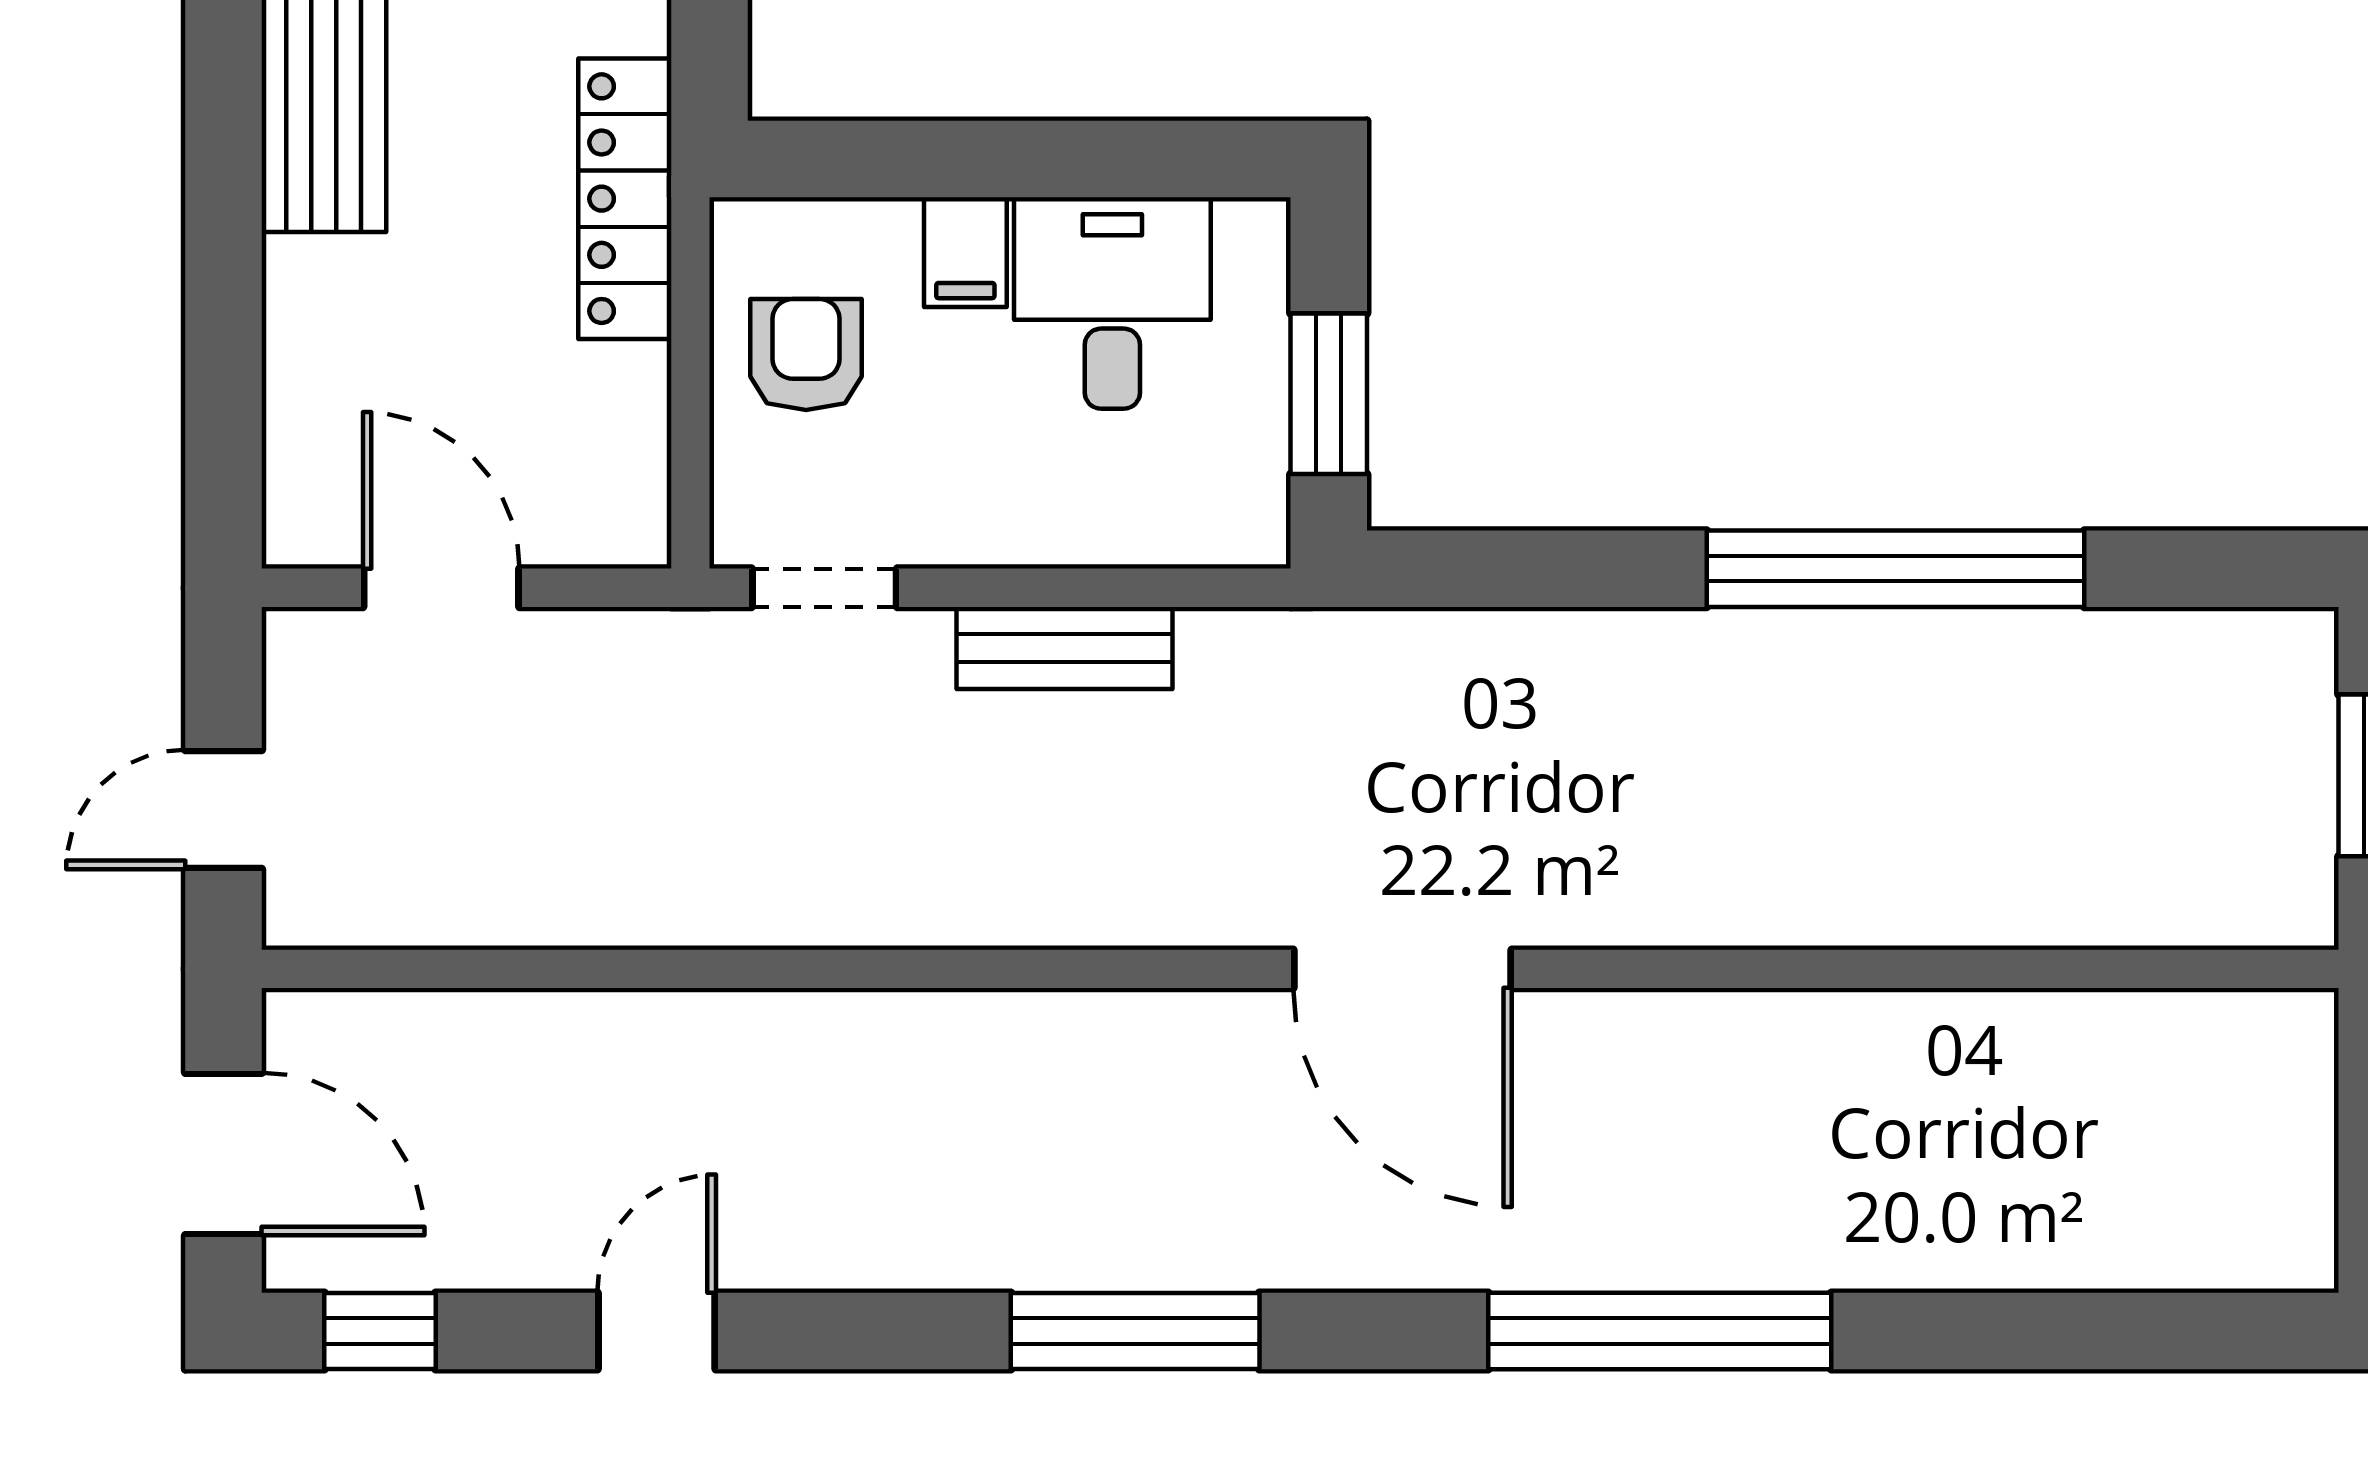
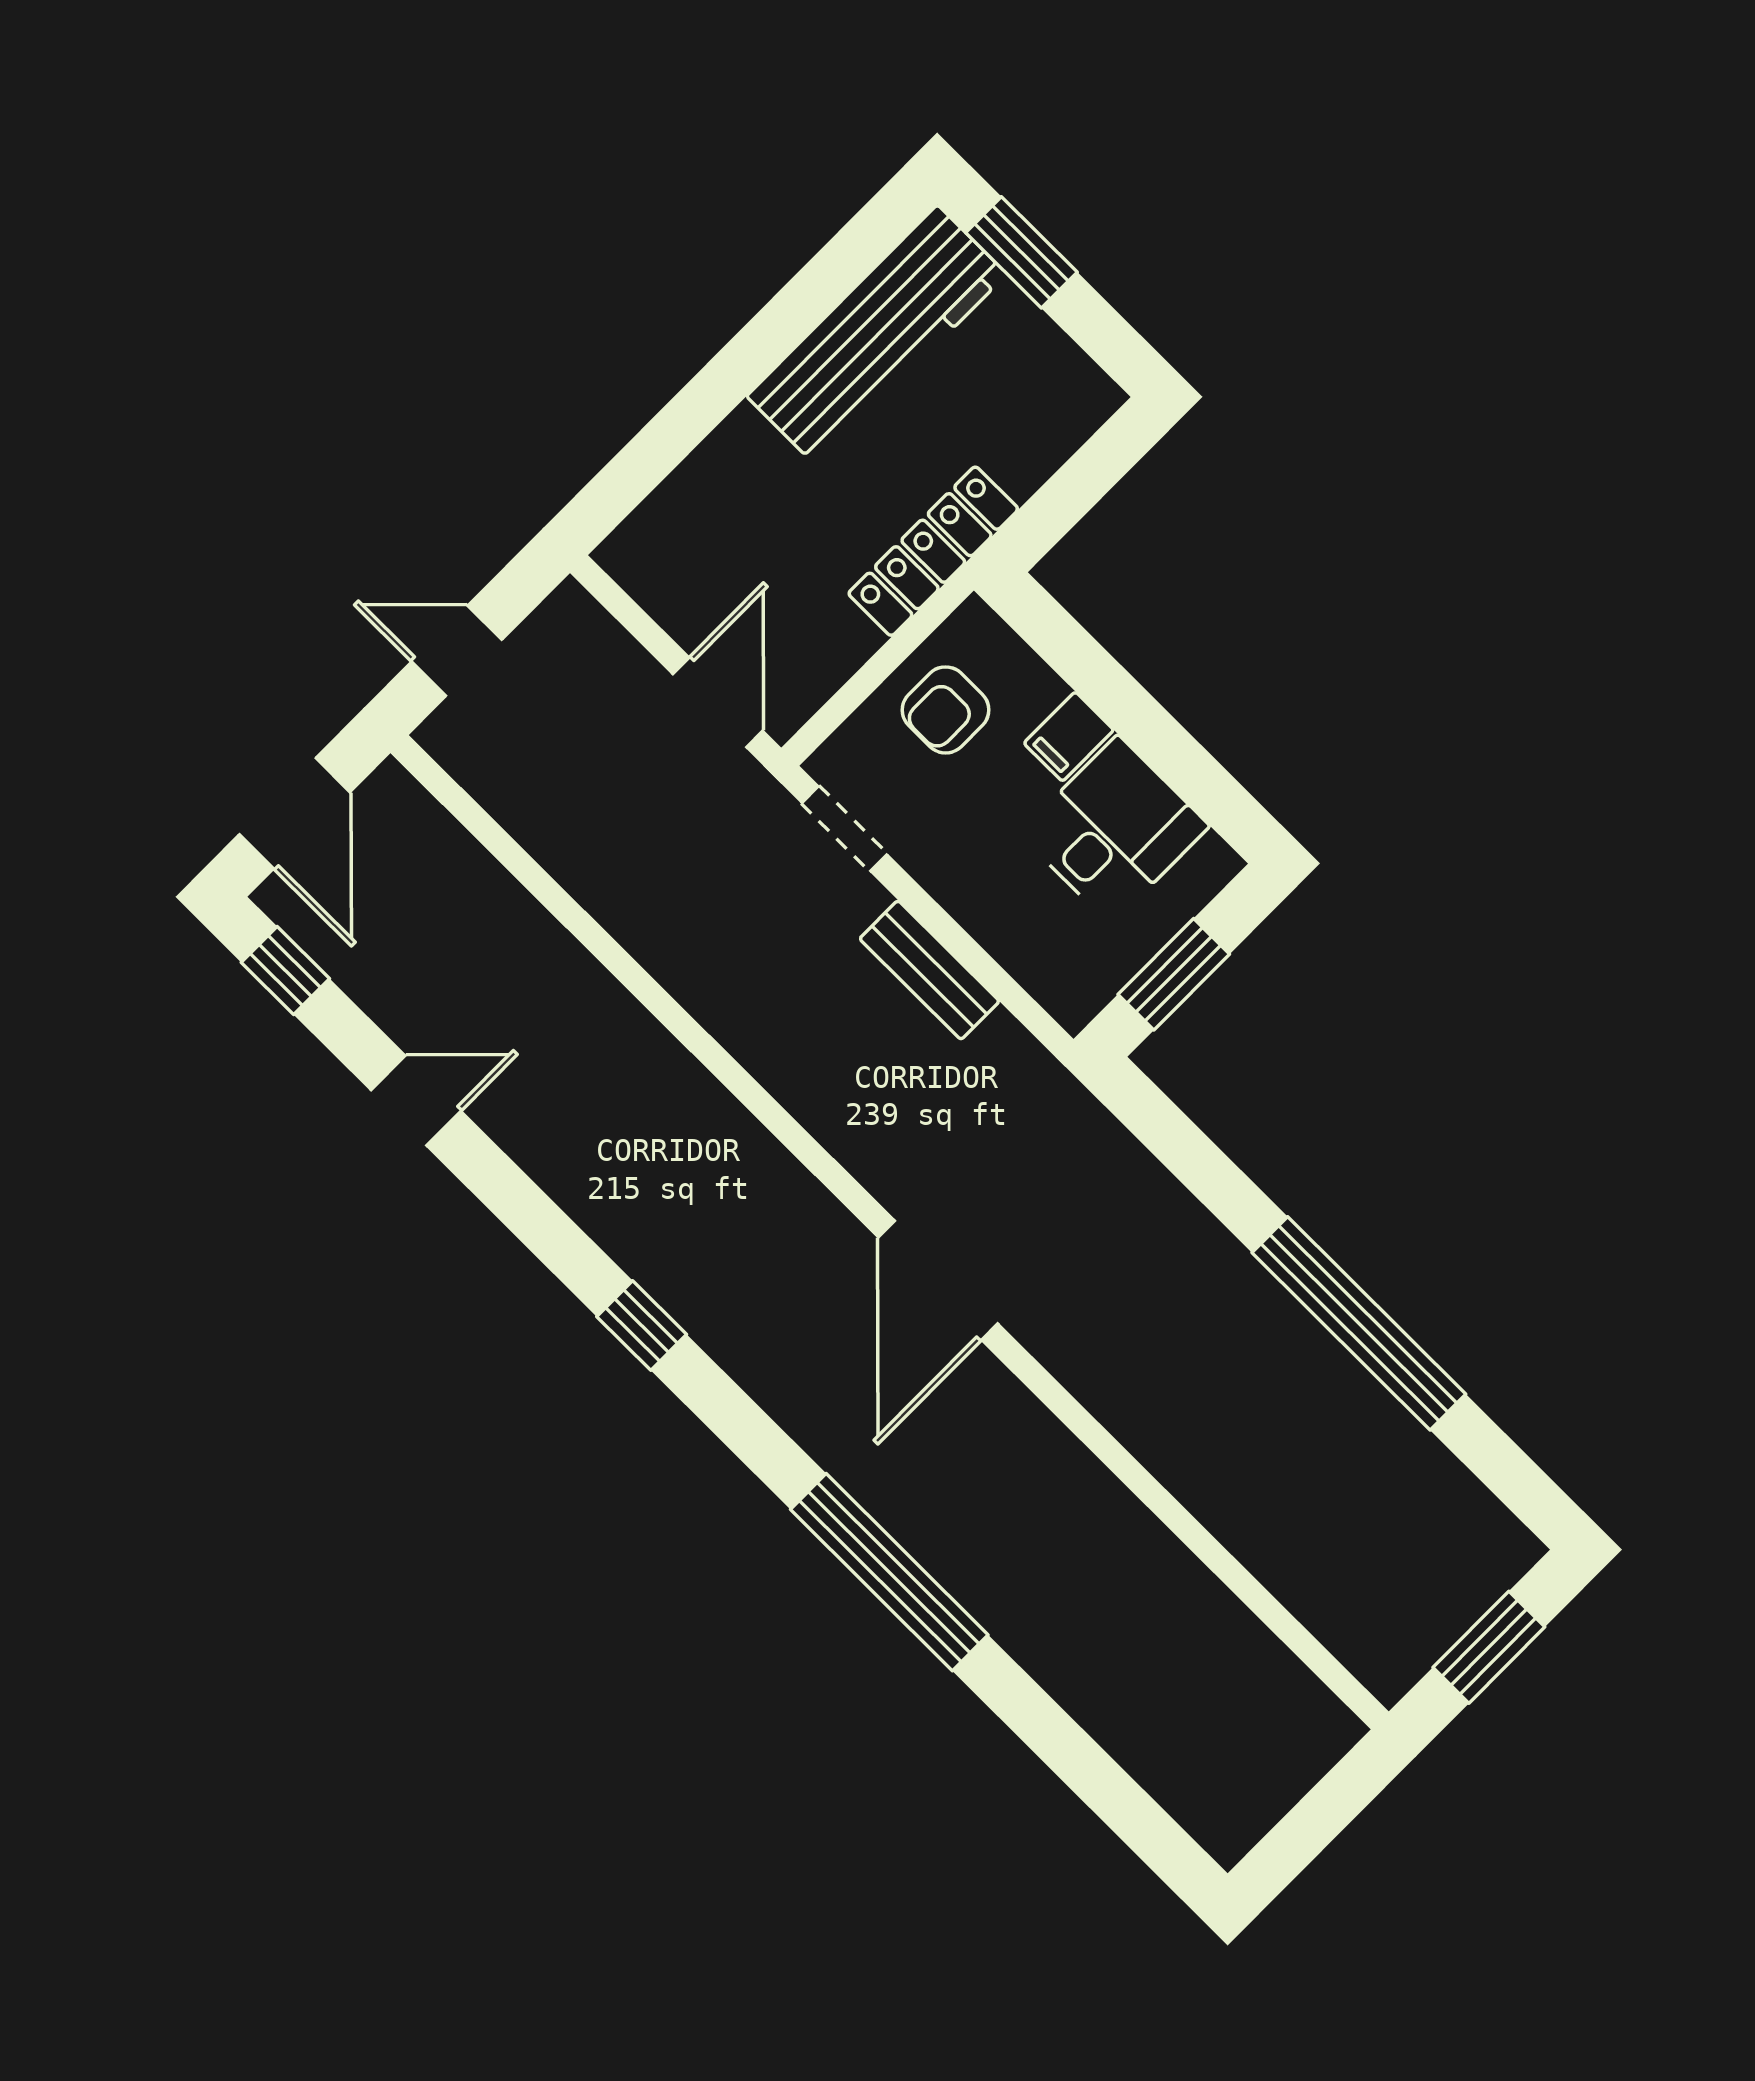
armchair: (806, 354) -> (946, 710), turned 180
door: (441, 588) -> (718, 702), moved
window: (1135, 1331) -> (642, 1326), width x0.46

